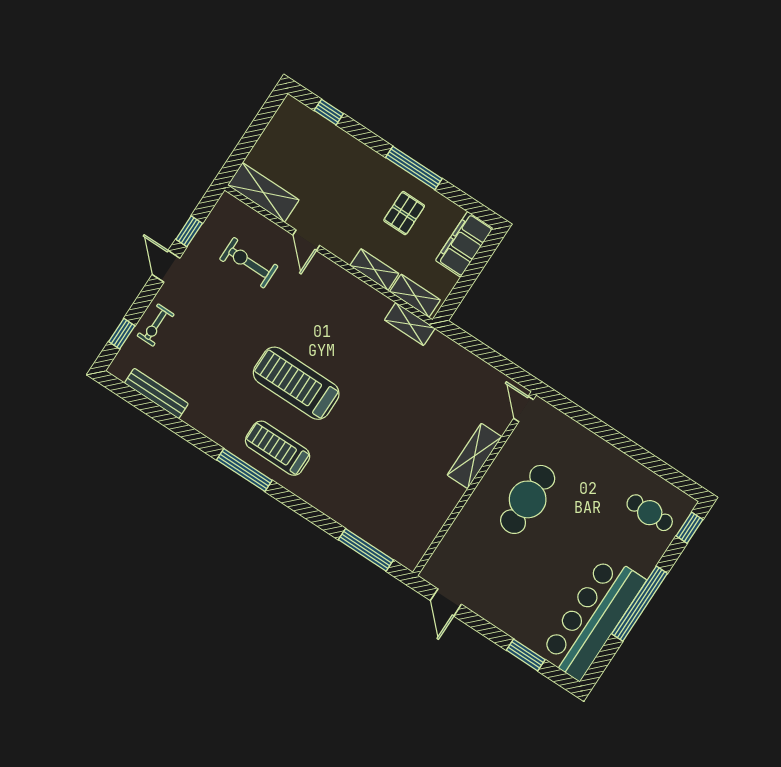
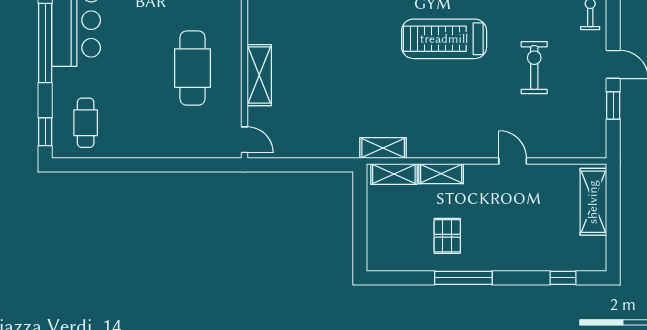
shelving: (263, 193) -> (593, 202), moved, turned 90
filing cabinet: (464, 244) -> (381, 243), removed
exercise bike: (249, 263) -> (534, 68), moved, turned -90
treadmill: (296, 383) -> (444, 39), turned 180
cafe table: (650, 513) -> (86, 123), turned 90

